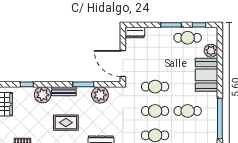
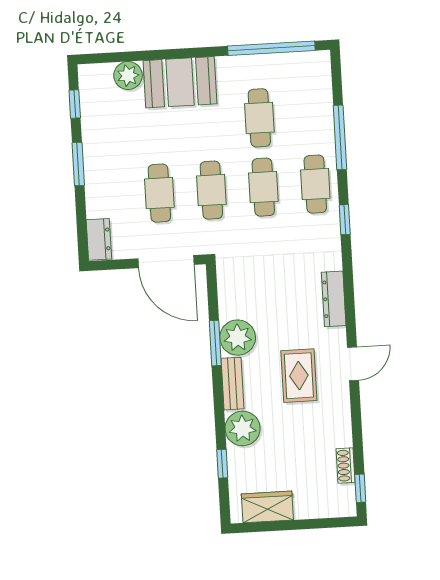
cafe table: (188, 38) -> (159, 193), moved
door: (123, 63) -> (166, 262), hinge flipped
plant: (100, 95) -> (238, 338), moved

